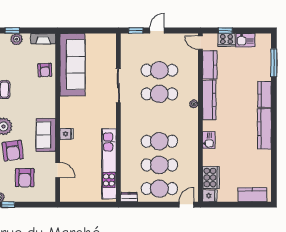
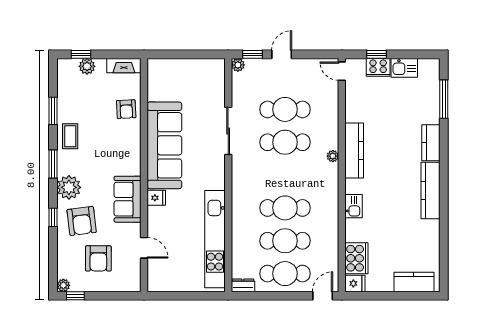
plant: (125, 38) -> (238, 65), added
sofa: (72, 65) -> (164, 145), moved
kitchen counter: (210, 65) -> (355, 102), removed

